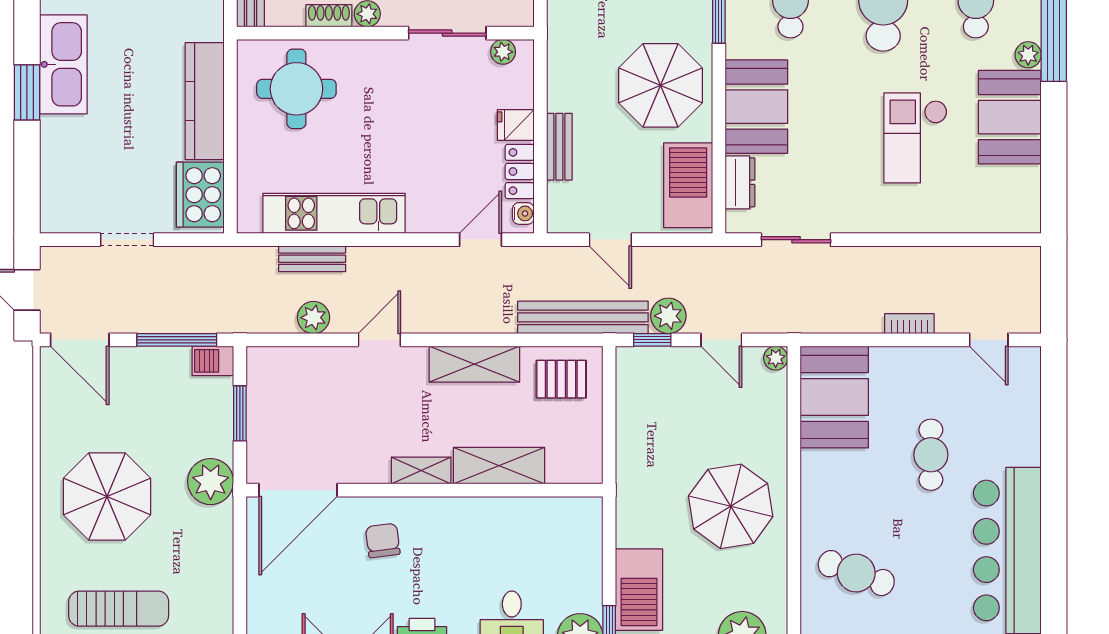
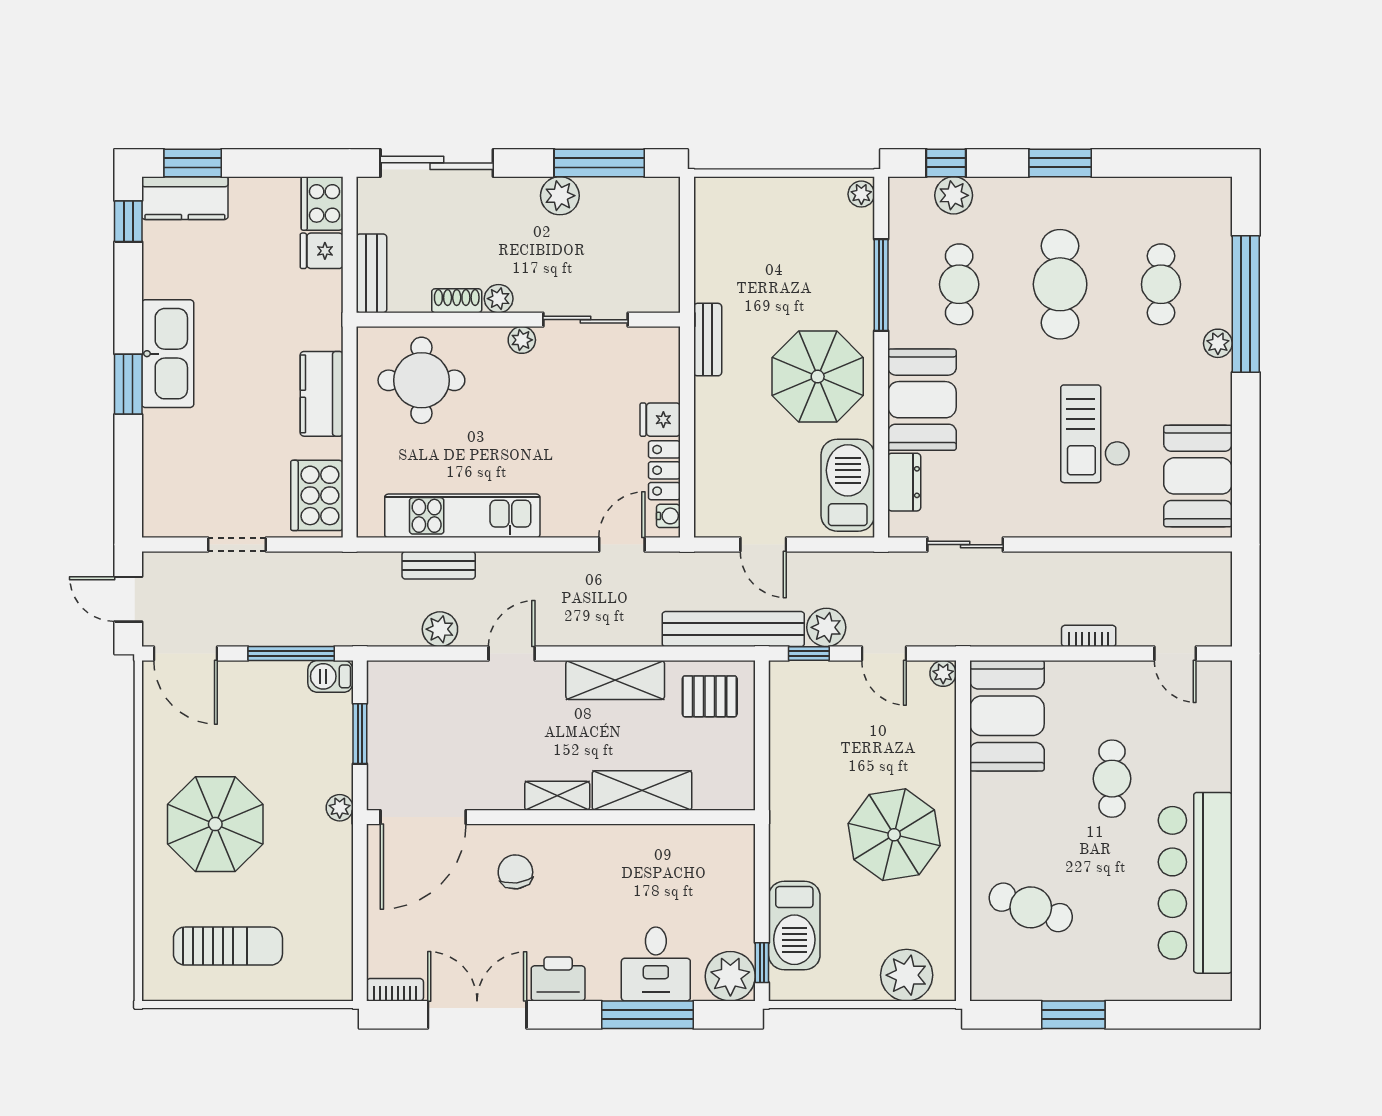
plant: (503, 52) -> (522, 340), moved
kitchen counter: (205, 101) -> (322, 394), width x0.67
booth: (1010, 117) -> (1198, 476), moved
bench: (559, 147) -> (708, 340), moved
plant: (211, 482) -> (340, 808), width x0.53, depth x0.53

